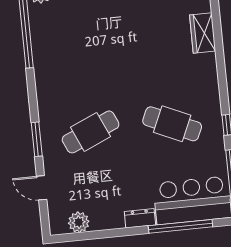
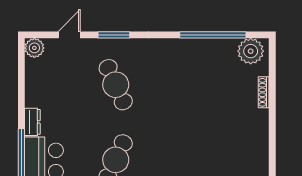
plant: (79, 222) -> (34, 48), moved

